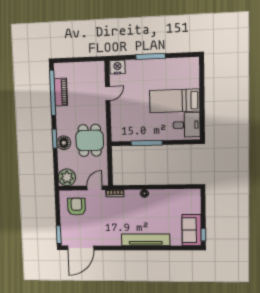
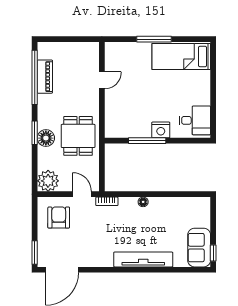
nightstand: (117, 67) -> (161, 130), moved, turned 180
bed: (175, 101) -> (181, 57), moved
door: (95, 188) -> (82, 194), hinge flipped

